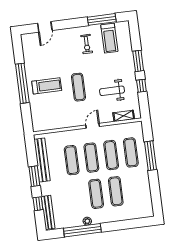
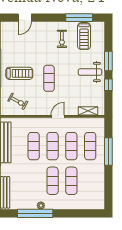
weight bench: (112, 91) -> (90, 72), moved
exercise bike: (49, 115) -> (18, 101), added

